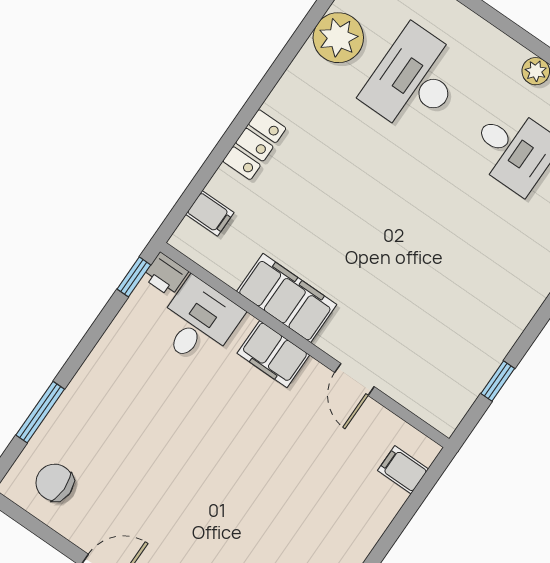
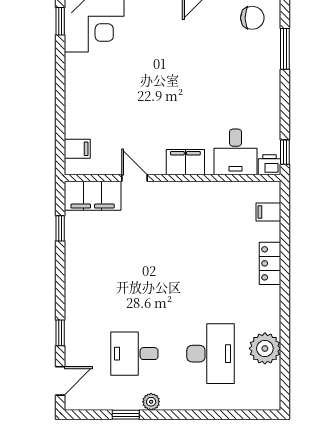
filing cabinet: (287, 298) -> (93, 196), moved

